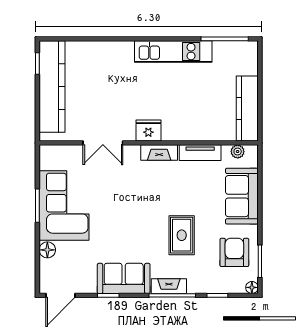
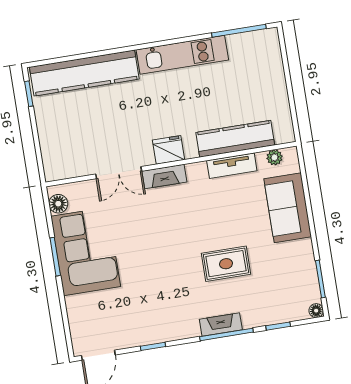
kitchen counter: (52, 86) -> (84, 73), moved, turned 90
kitchen counter: (247, 108) -> (235, 139), moved, turned 90
fireplace: (159, 153) -> (164, 177), moved
rug: (182, 235) -> (226, 264), turned 90
floor lamp: (47, 250) -> (58, 204), moved
armchair: (234, 252) -> (290, 274), removed
sofa: (124, 278) -> (168, 324), removed

